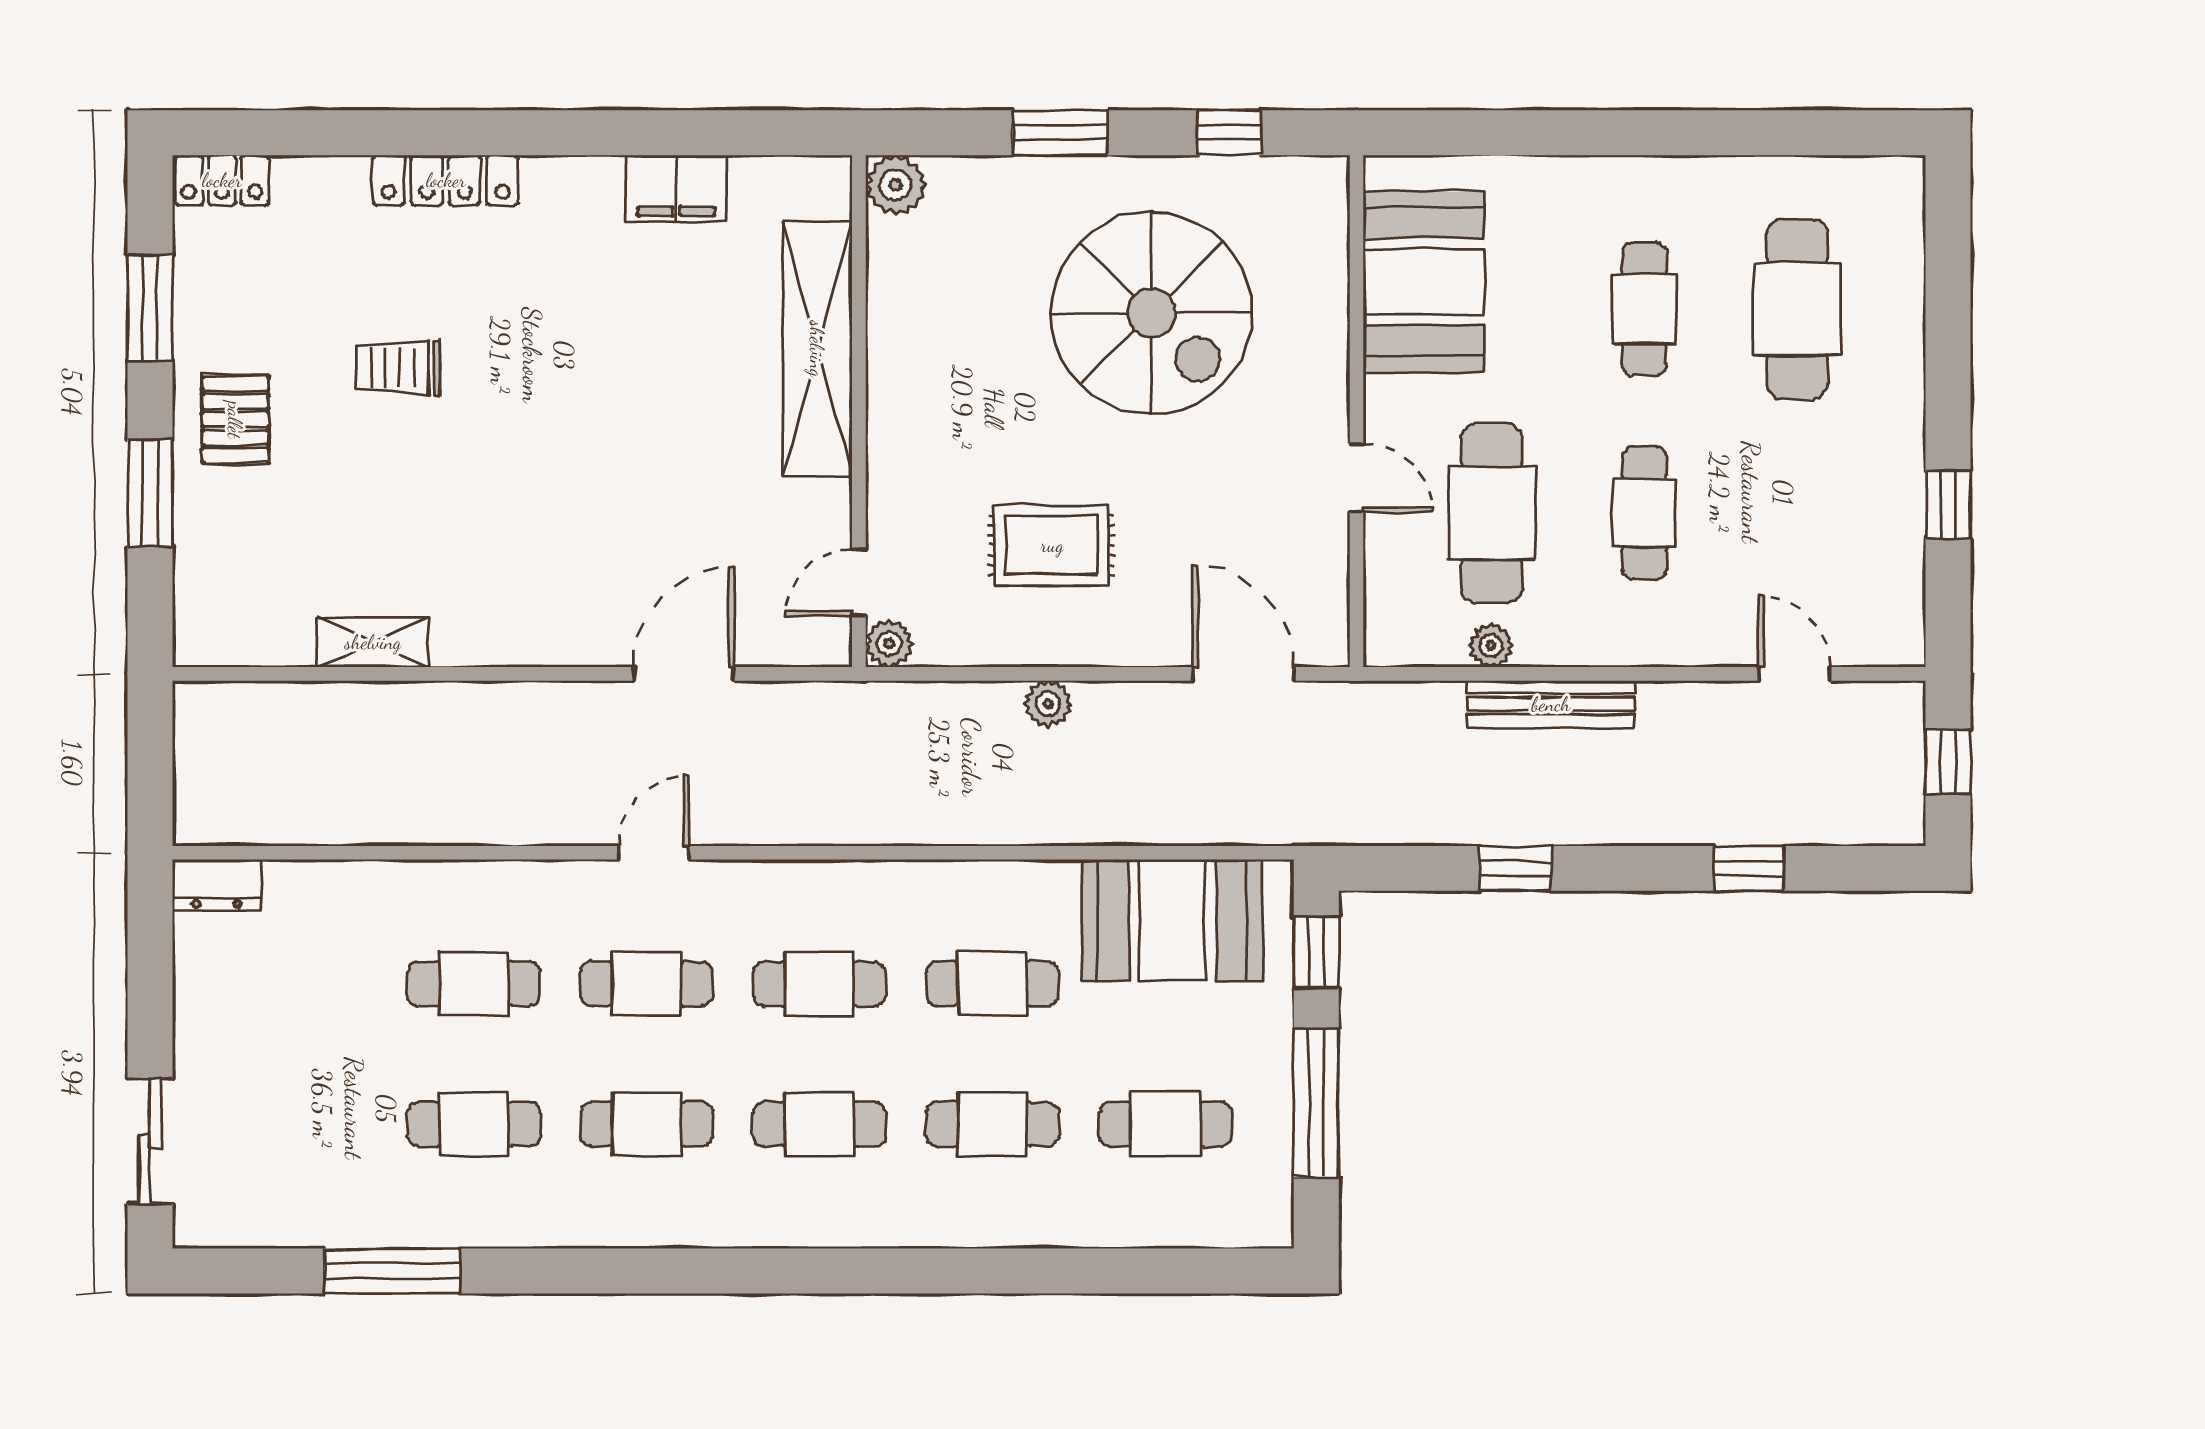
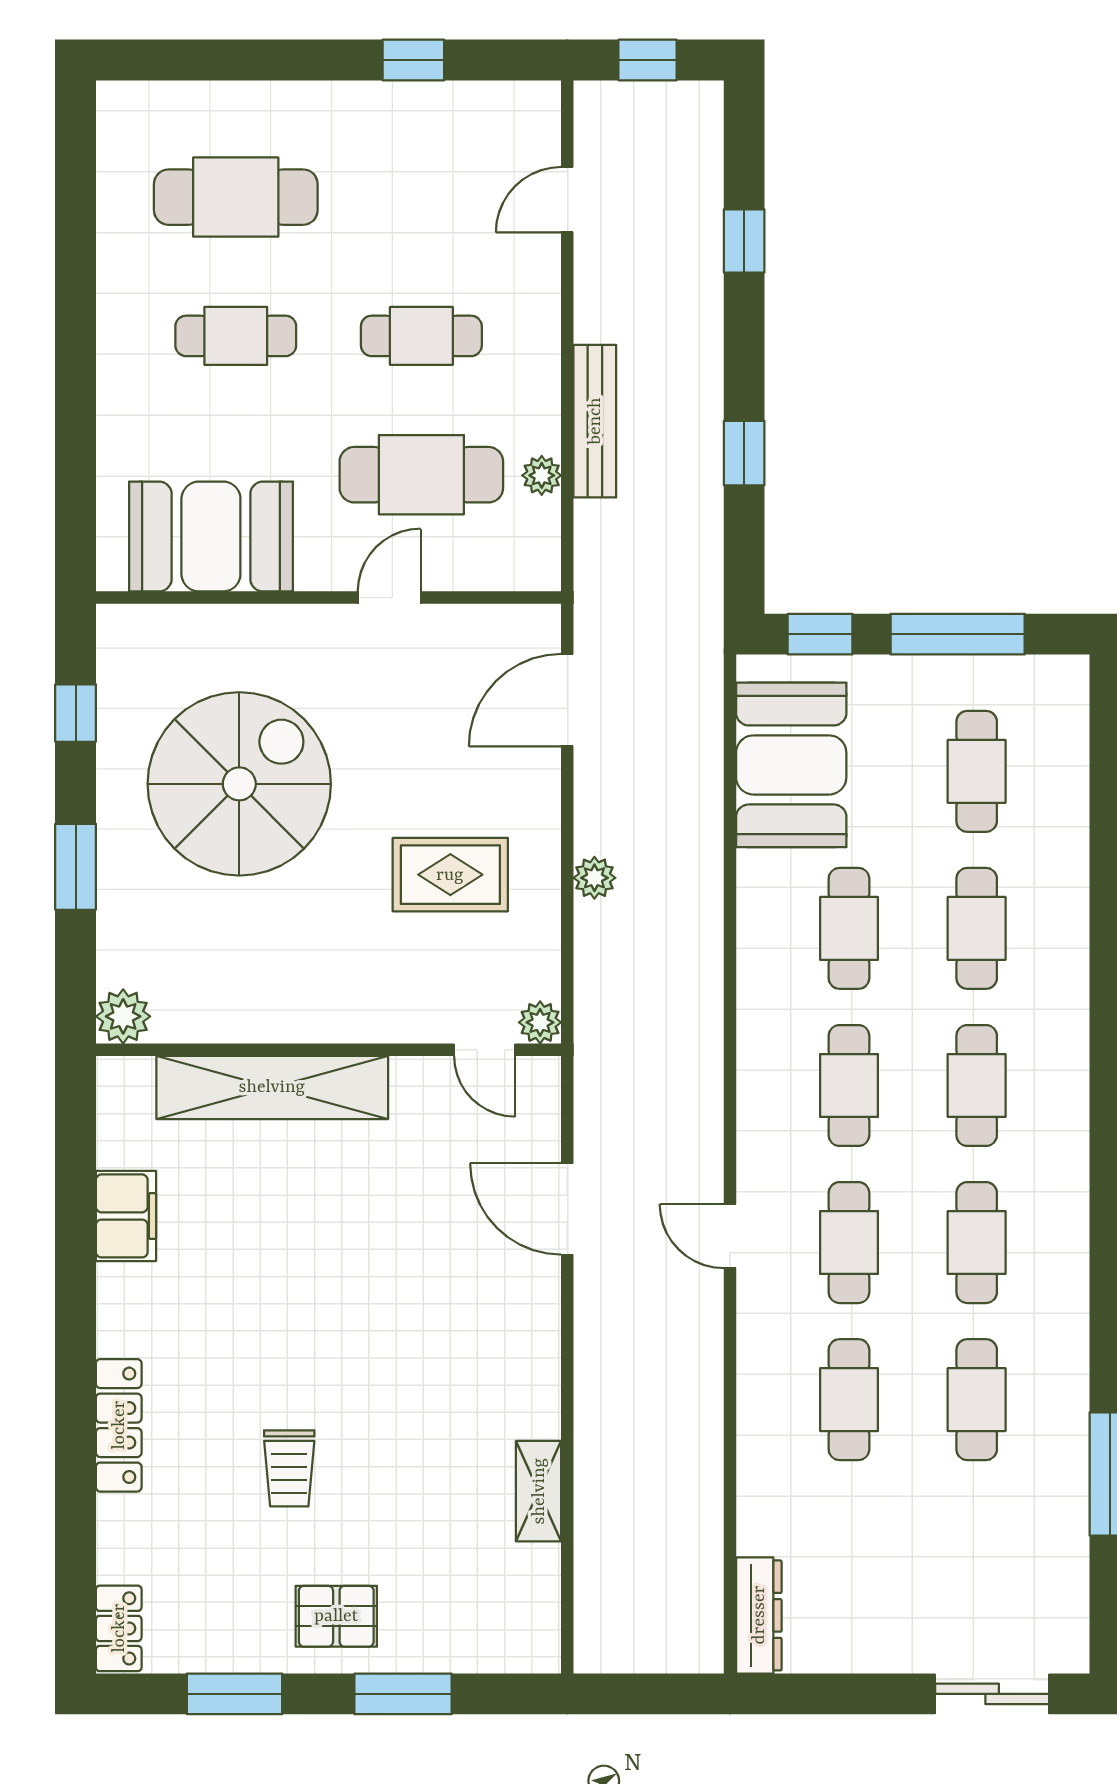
rug: (1052, 545) -> (450, 875), turned 90
dresser: (217, 884) -> (759, 1615), width x1.44

